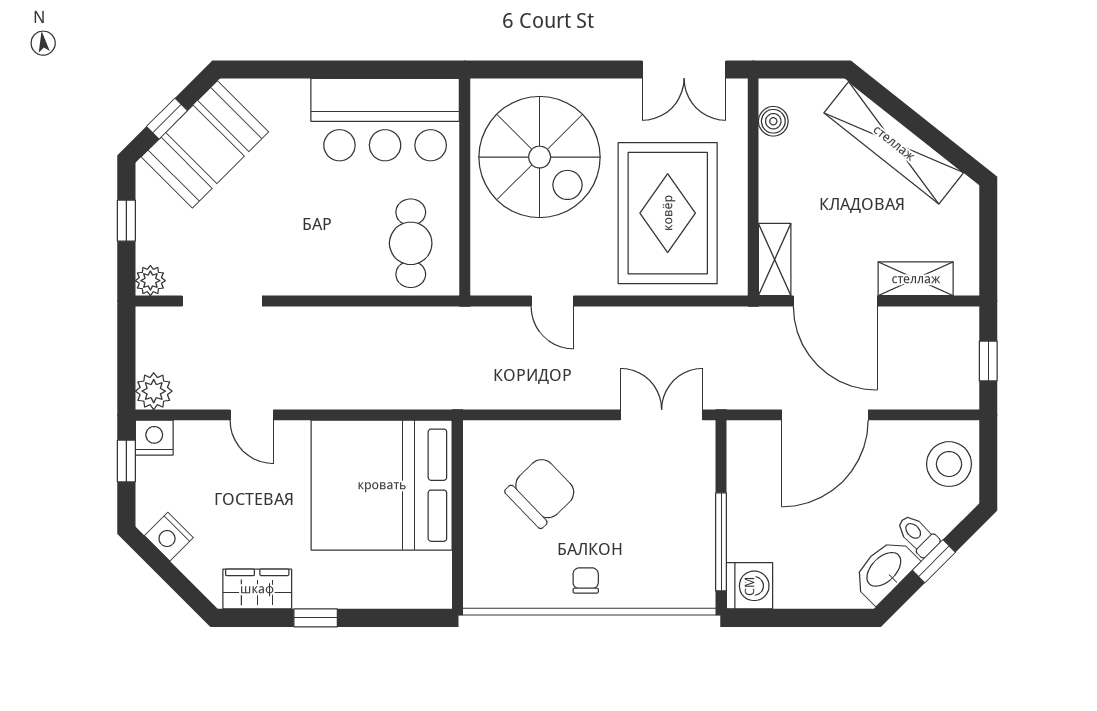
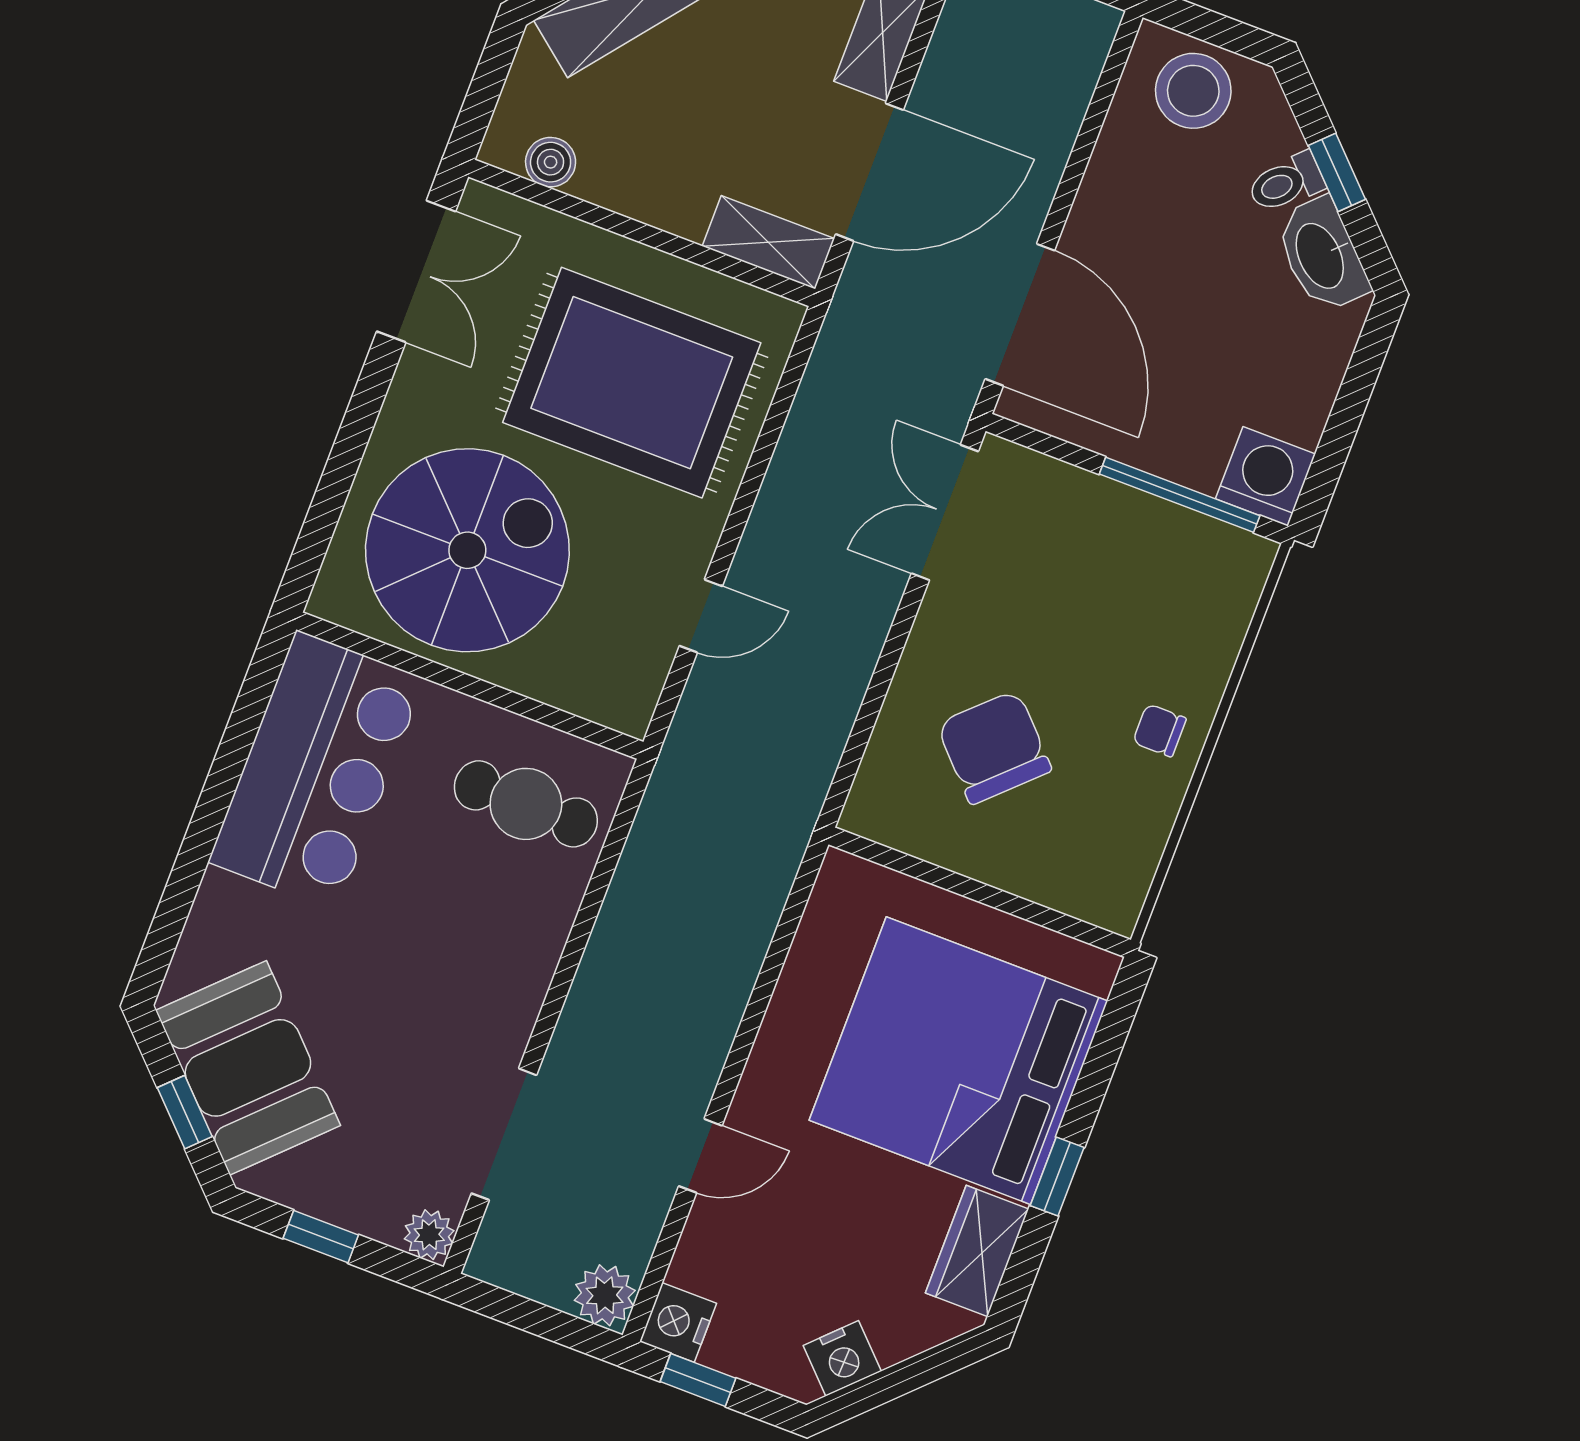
door: (825, 415) -> (1020, 315), moved
bed: (382, 485) -> (958, 1061), moved, turned 90

